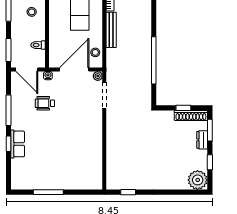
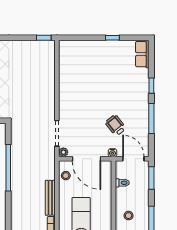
door: (74, 69) -> (86, 159), hinge flipped
wheelchair: (45, 103) -> (116, 125), turned -128
row of seats: (18, 144) -> (142, 54), moved
window: (48, 192) -> (112, 38), width x0.46
window: (128, 192) -> (44, 38), moved

